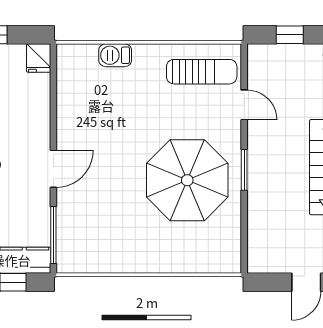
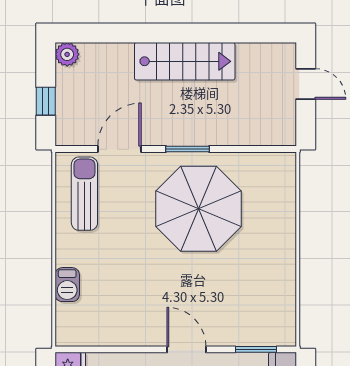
door: (244, 105) -> (119, 149), width x1.38
window: (53, 235) -> (256, 349), width x0.69

